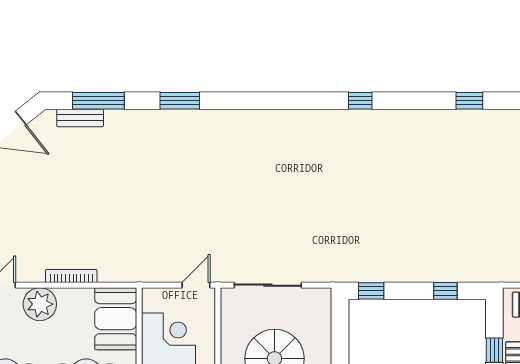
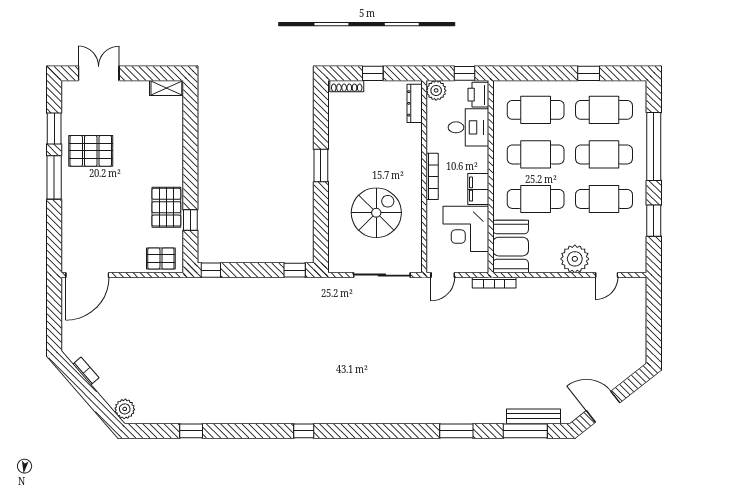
window: (469, 101) -> (191, 431), moved
bench: (80, 118) -> (534, 416), width x1.36
bookcase: (71, 276) -> (494, 283), moved
window: (445, 291) -> (211, 270), moved

